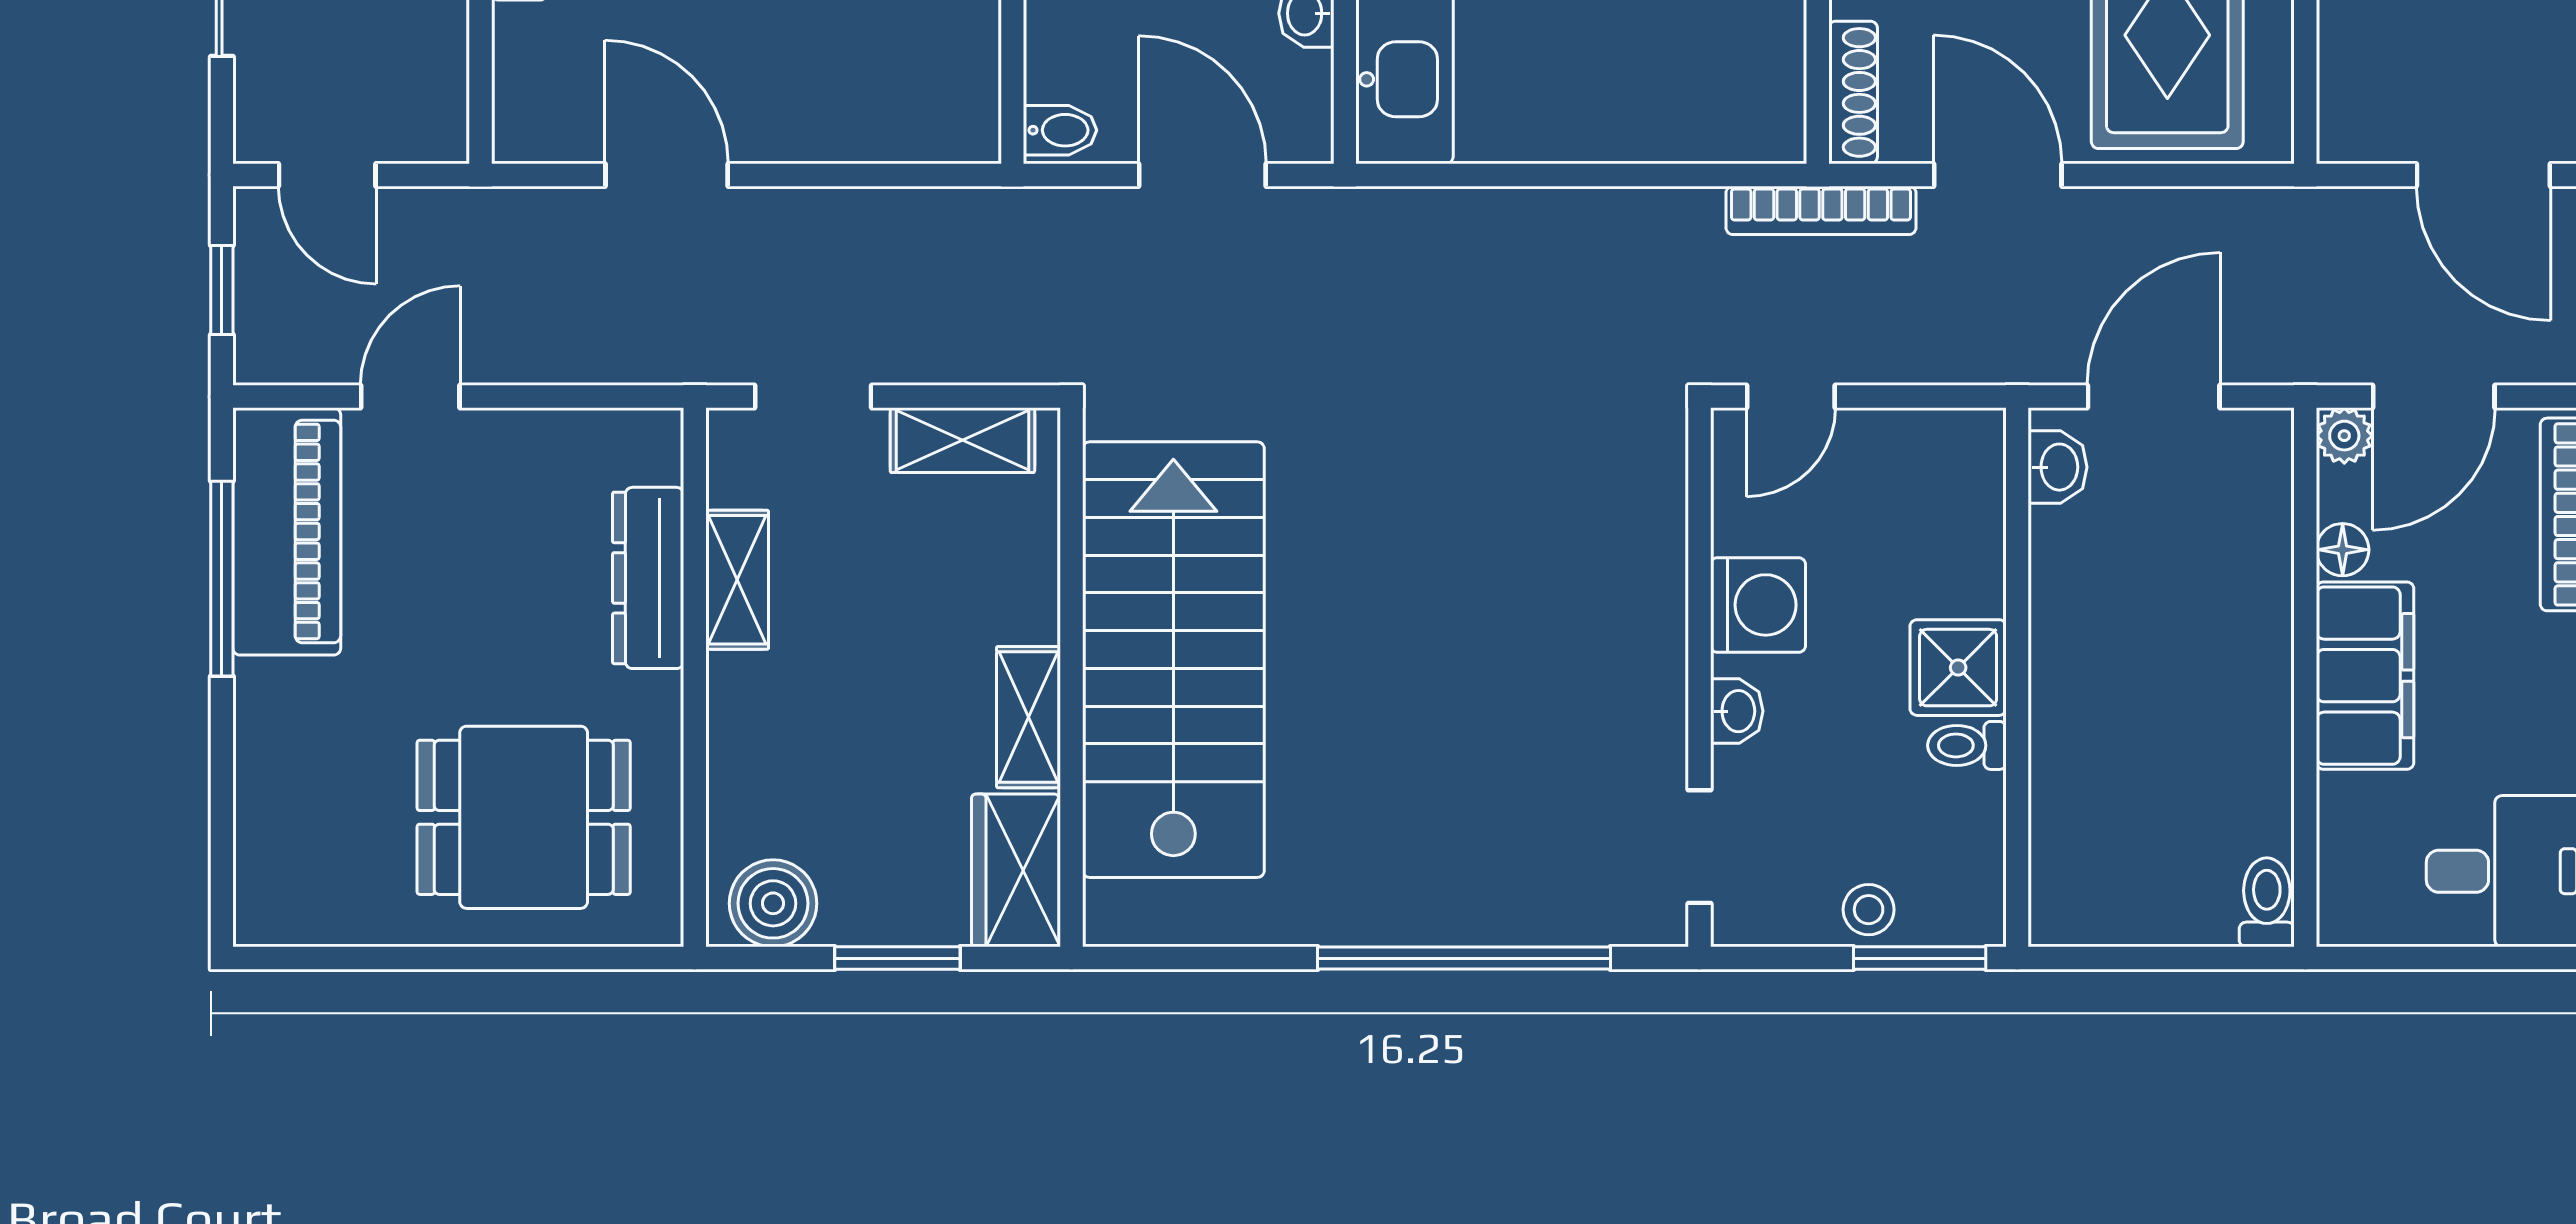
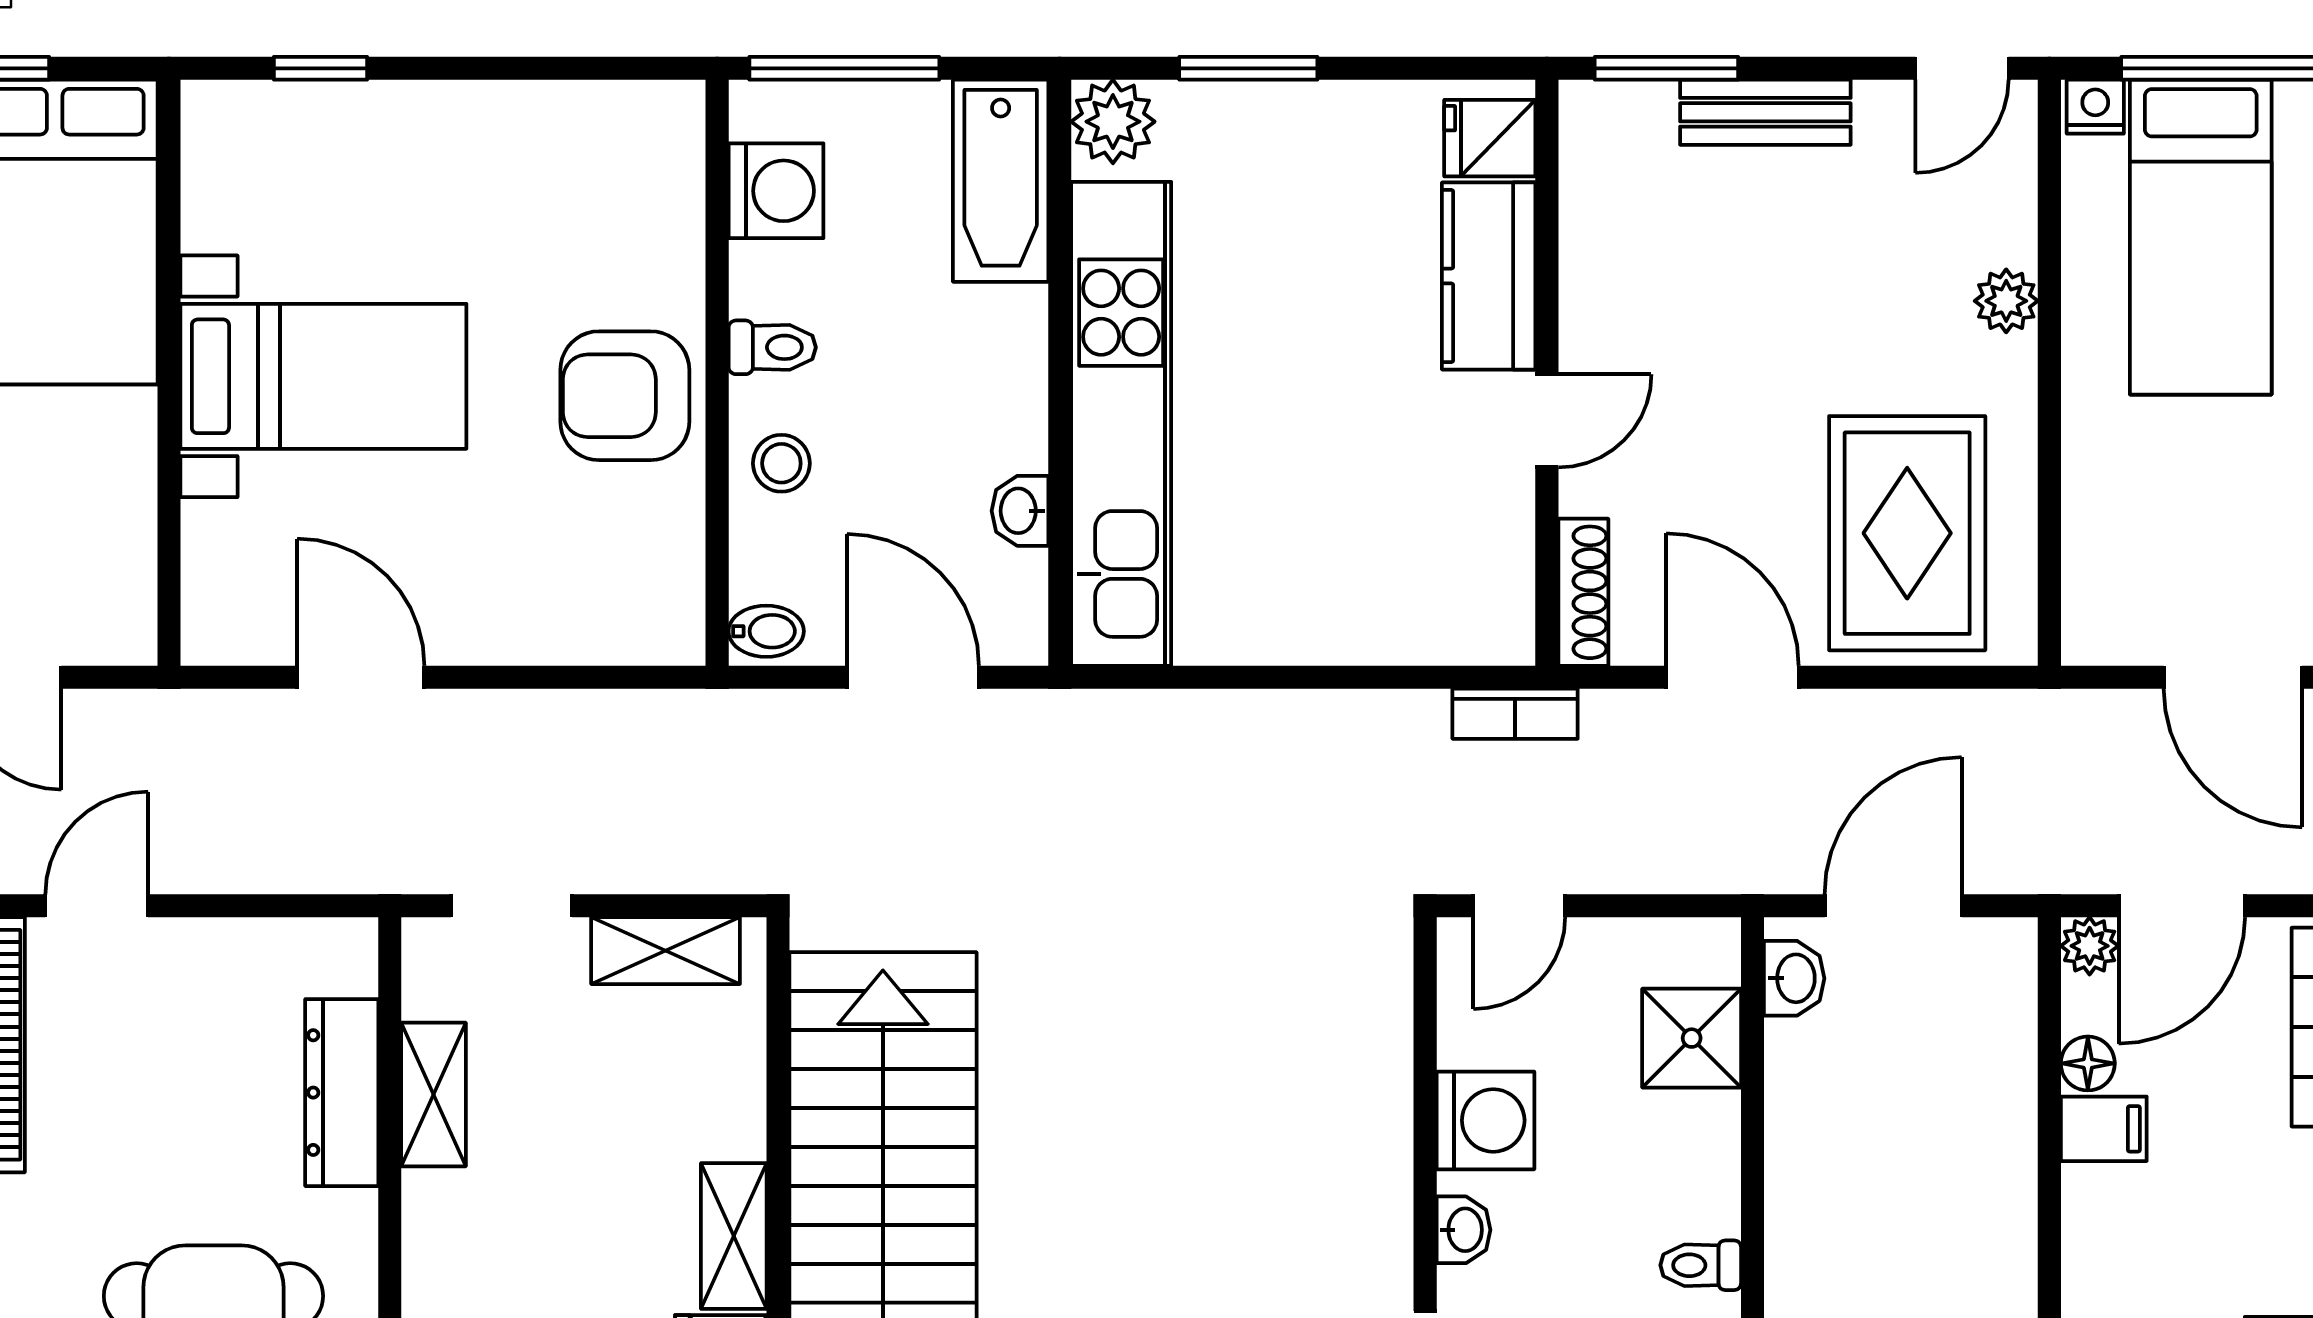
bookcase: (1821, 210) -> (1515, 714), width x0.64
shower: (1958, 668) -> (1692, 1038), moved
filing cabinet: (2365, 676) -> (2104, 1129), width x0.33, depth x0.86

